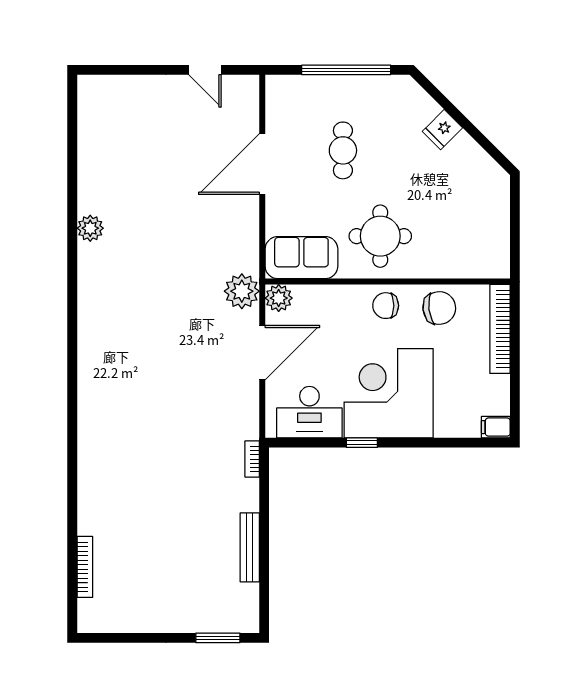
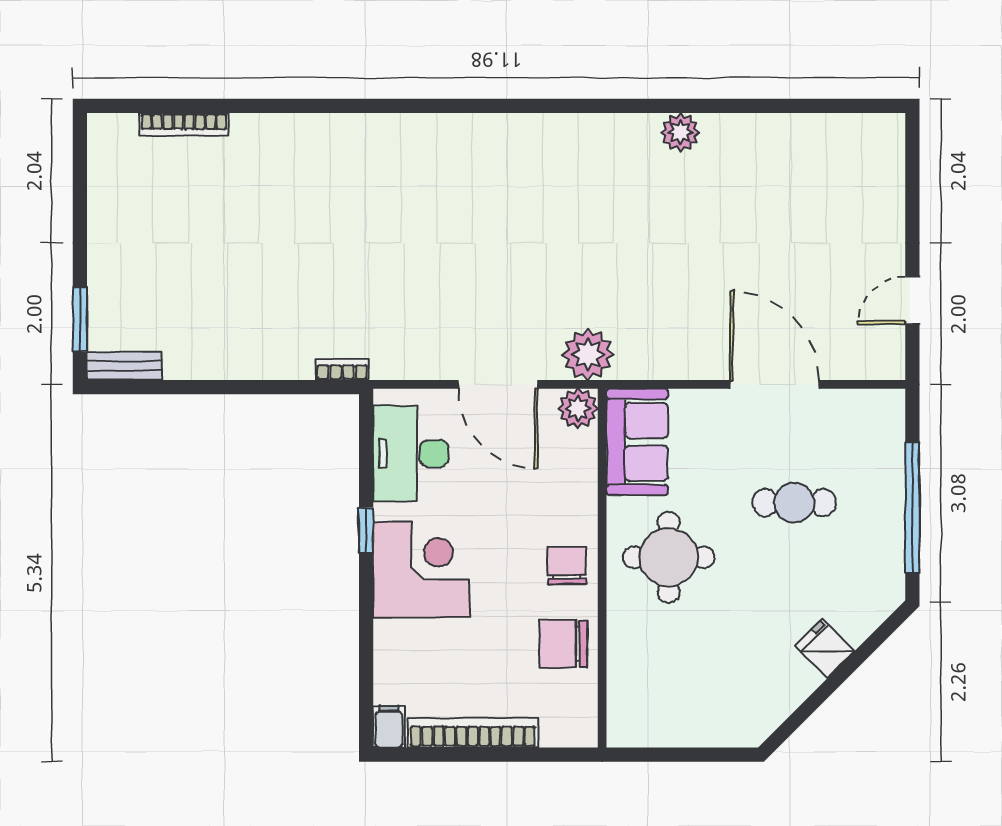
chair: (439, 308) -> (563, 644), turned 97
bookcase: (500, 329) -> (473, 733), moved
corner desk: (389, 393) -> (421, 570), width x0.74, depth x0.74
bench: (250, 547) -> (124, 366), moved, width x0.73

